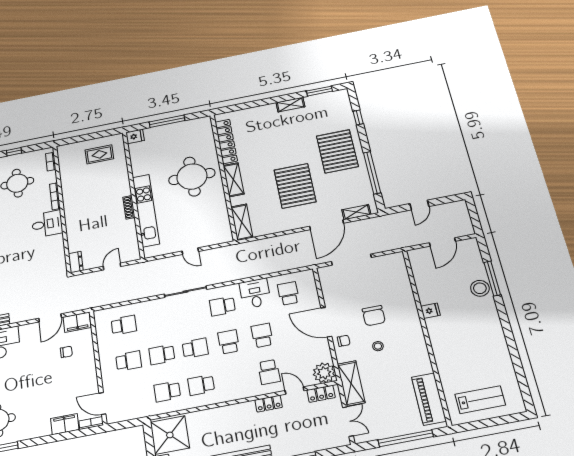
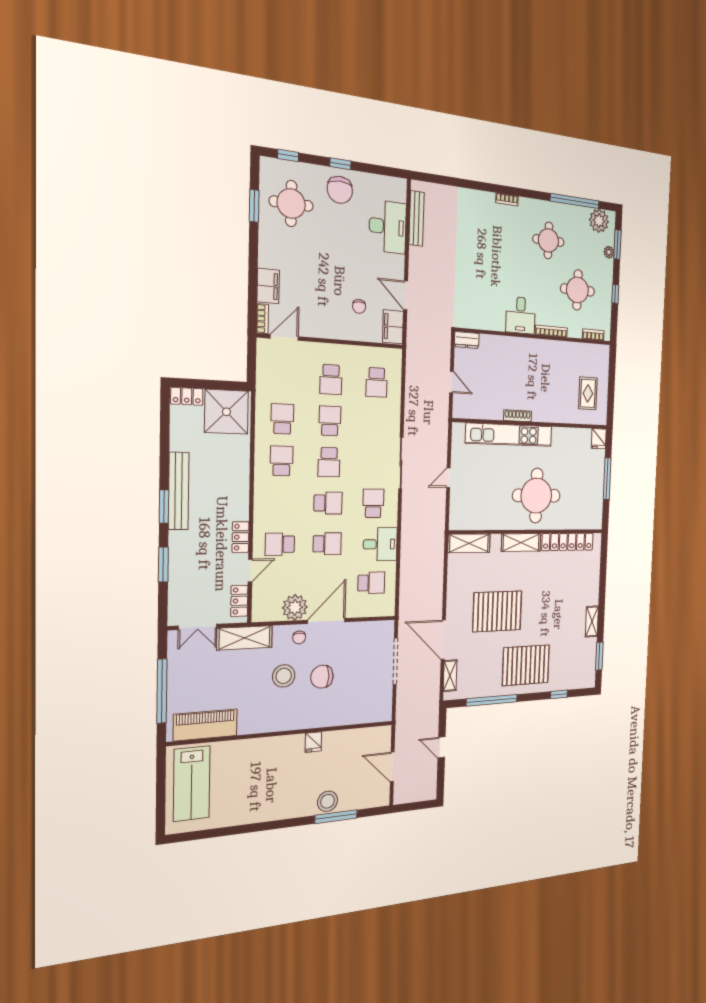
stool: (378, 346) -> (284, 676), width x1.89, depth x1.89
plant: (324, 373) -> (295, 607), moved
lab bench: (480, 400) -> (192, 784), width x1.36, depth x1.39

